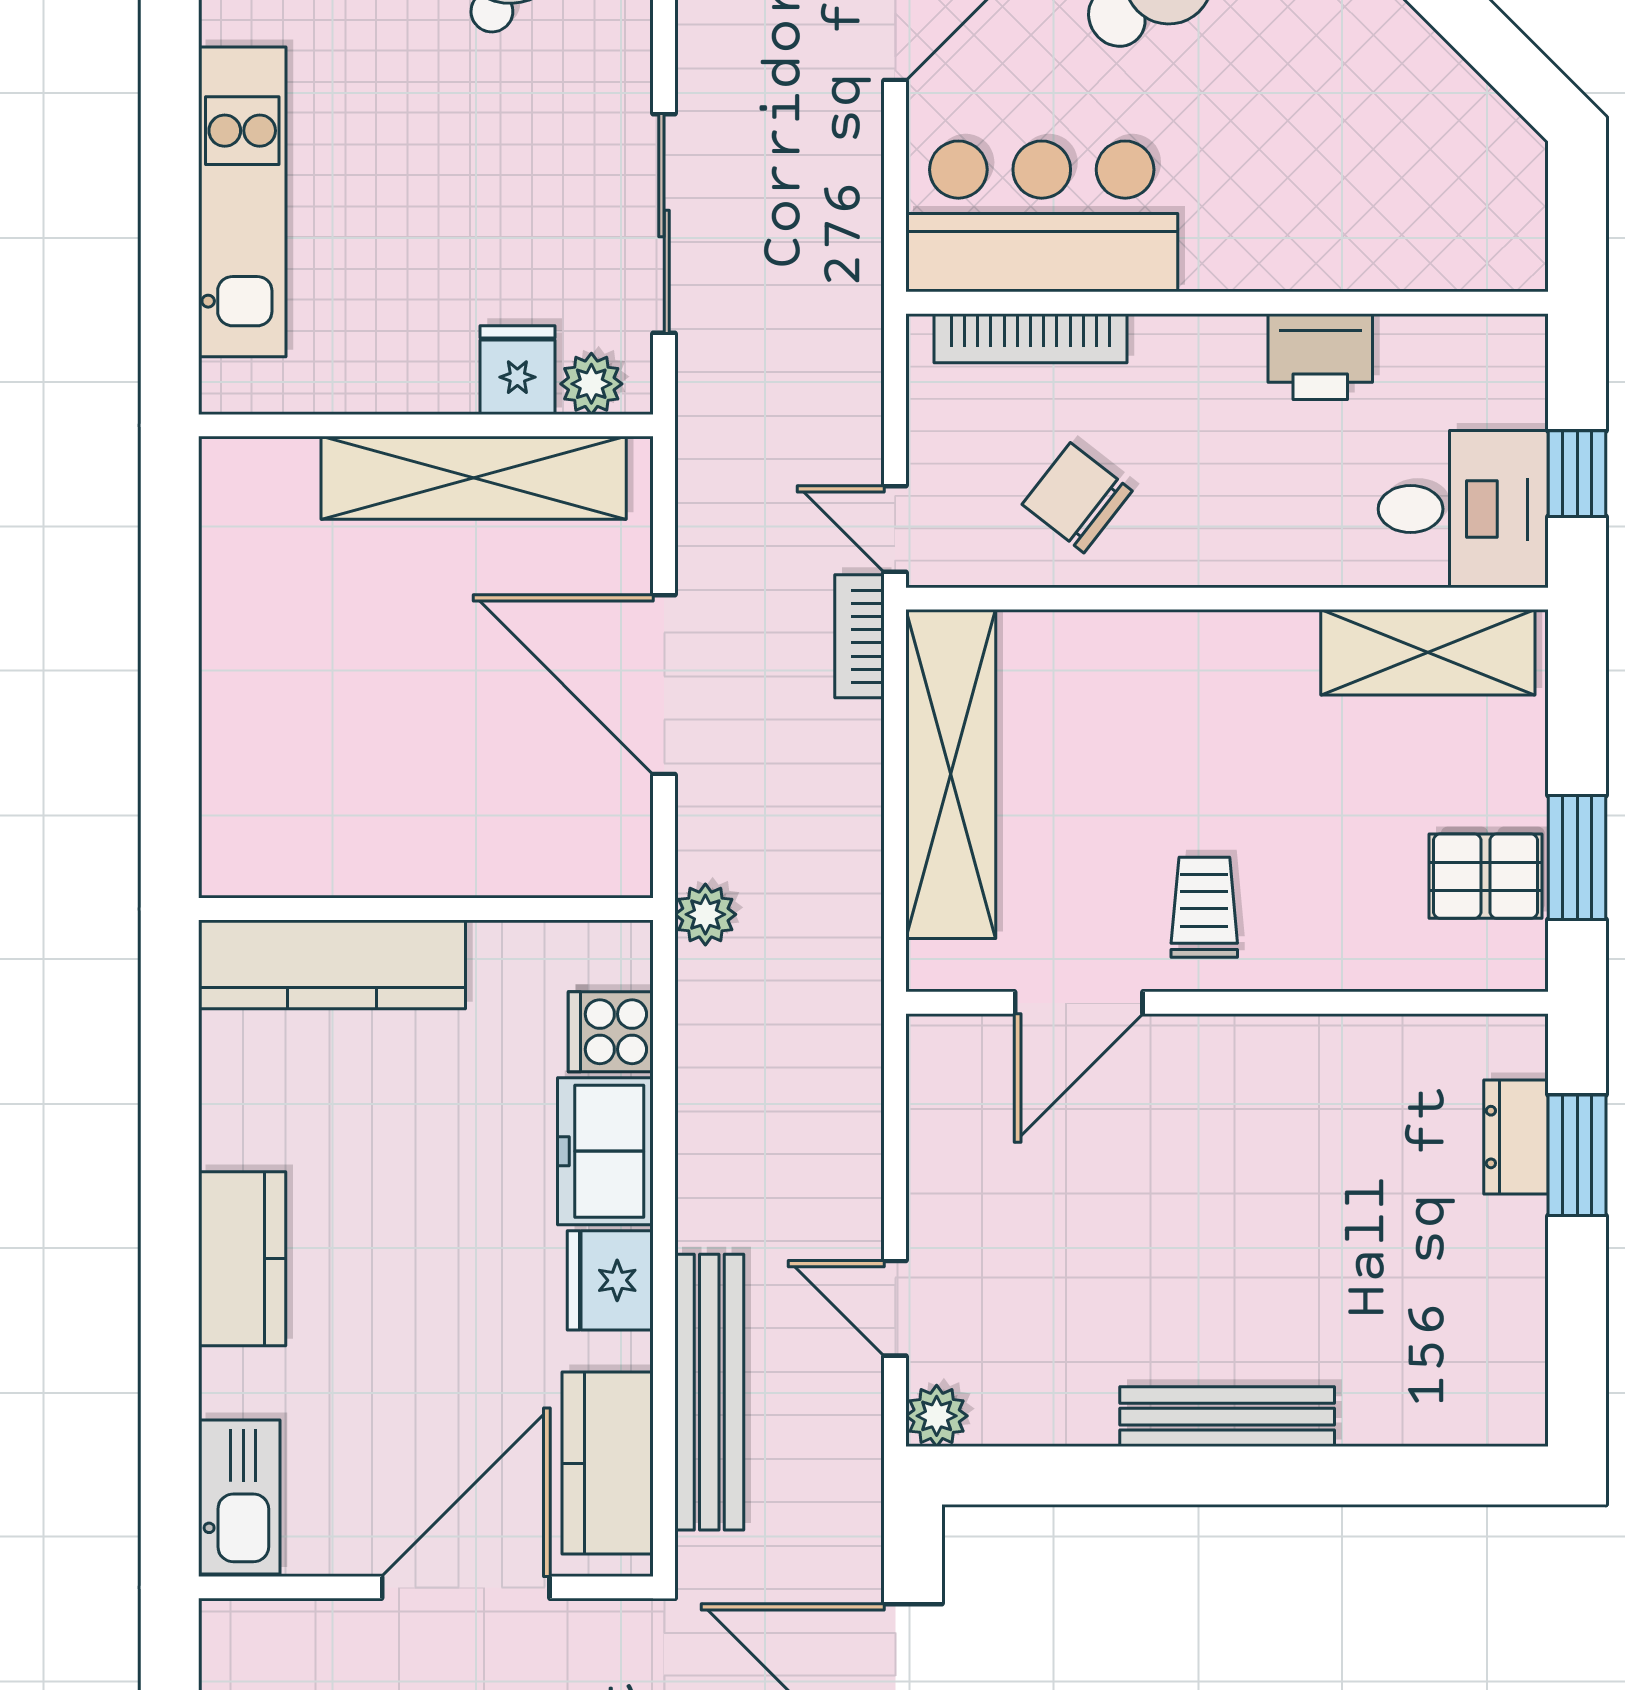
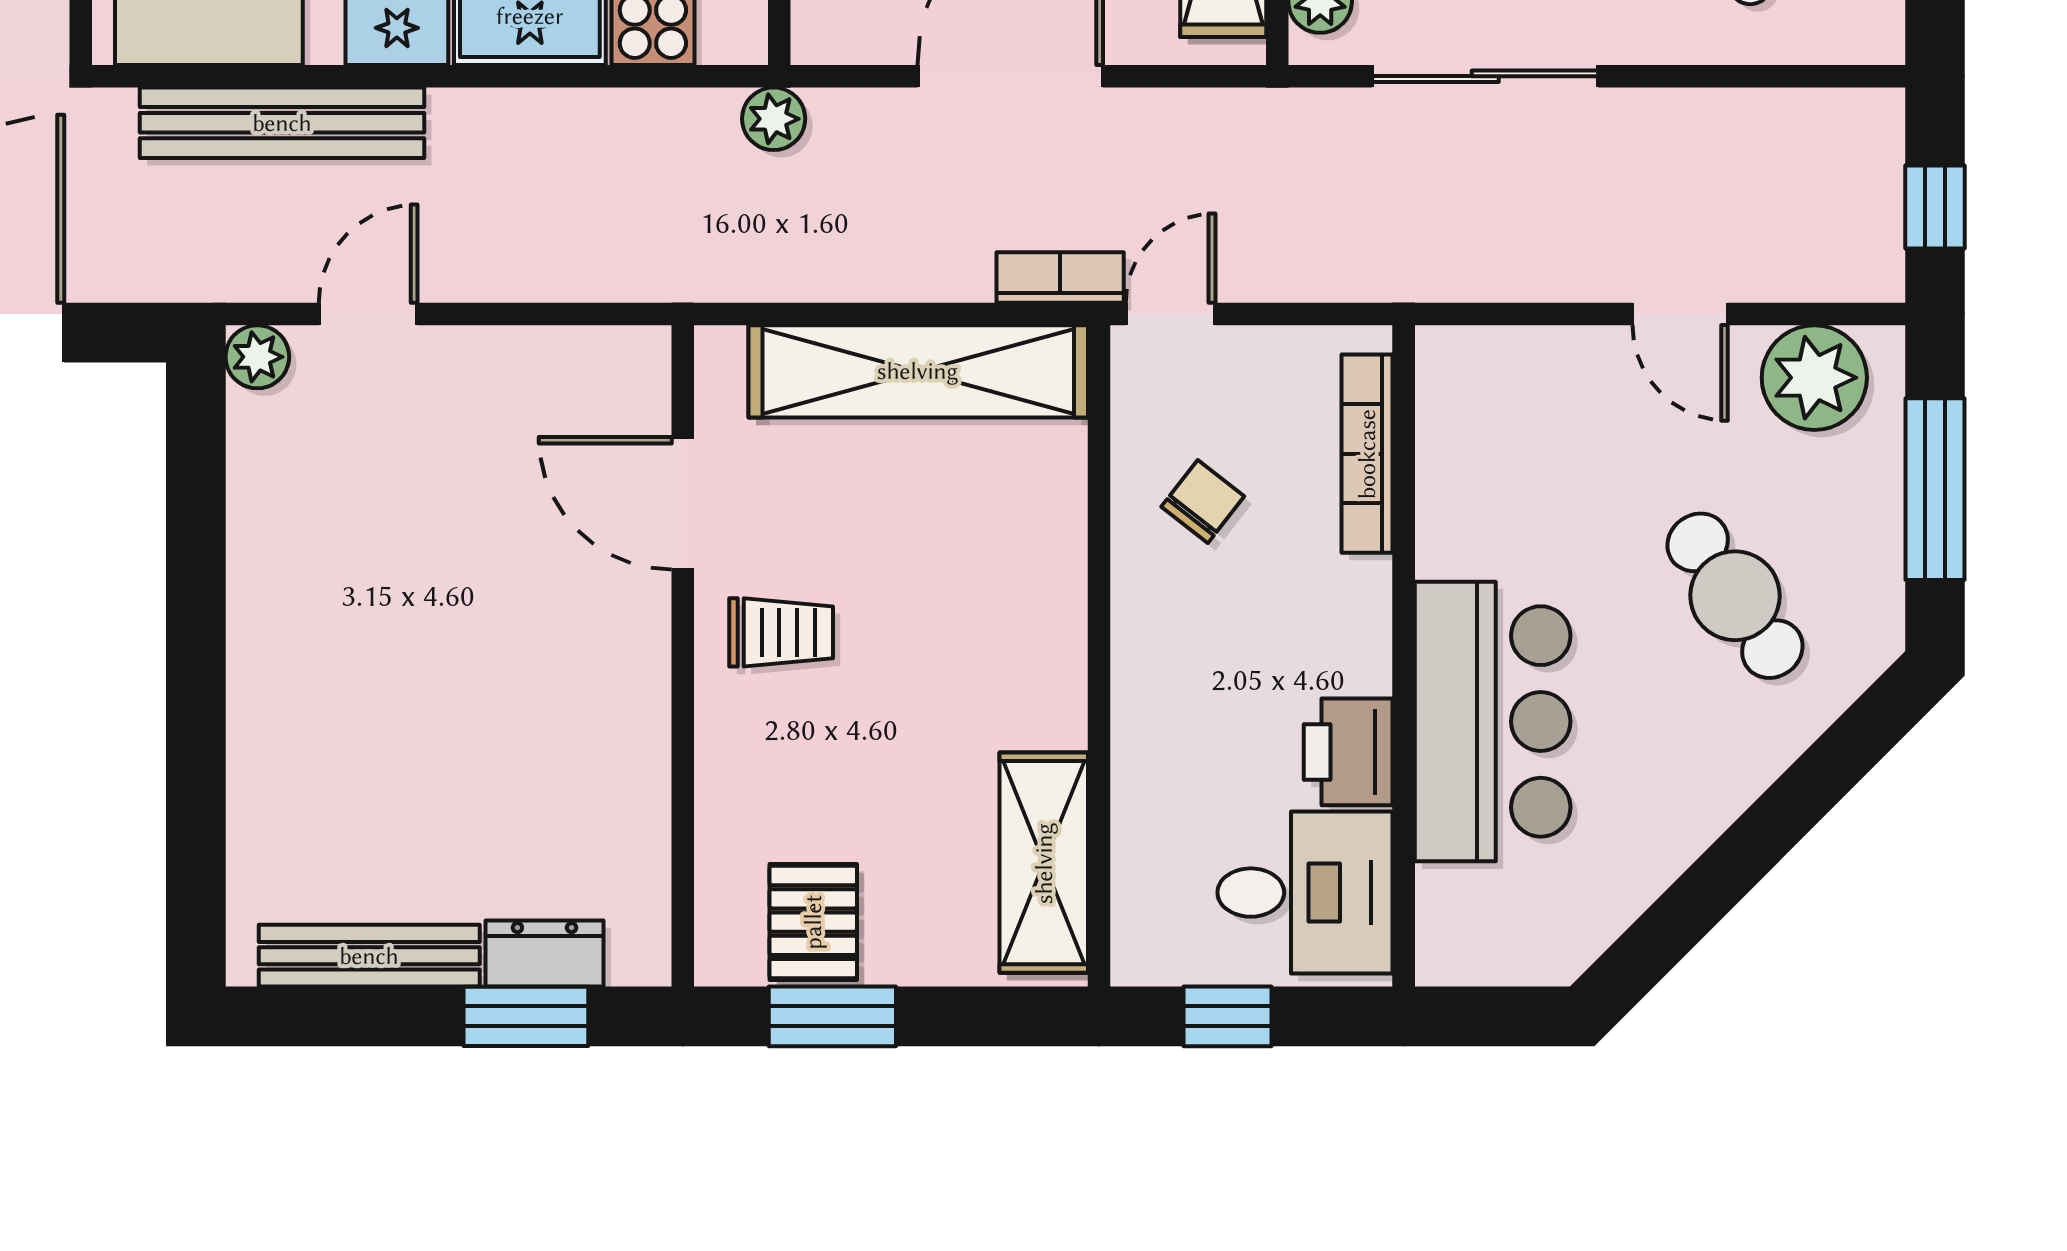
bar counter: (1042, 216) -> (1493, 721), moved
chair: (1077, 498) -> (1203, 502), width x0.73, depth x0.73
desk: (1463, 509) -> (1305, 893), moved, turned -90
bench: (1227, 1417) -> (369, 956), moved, turned 90

